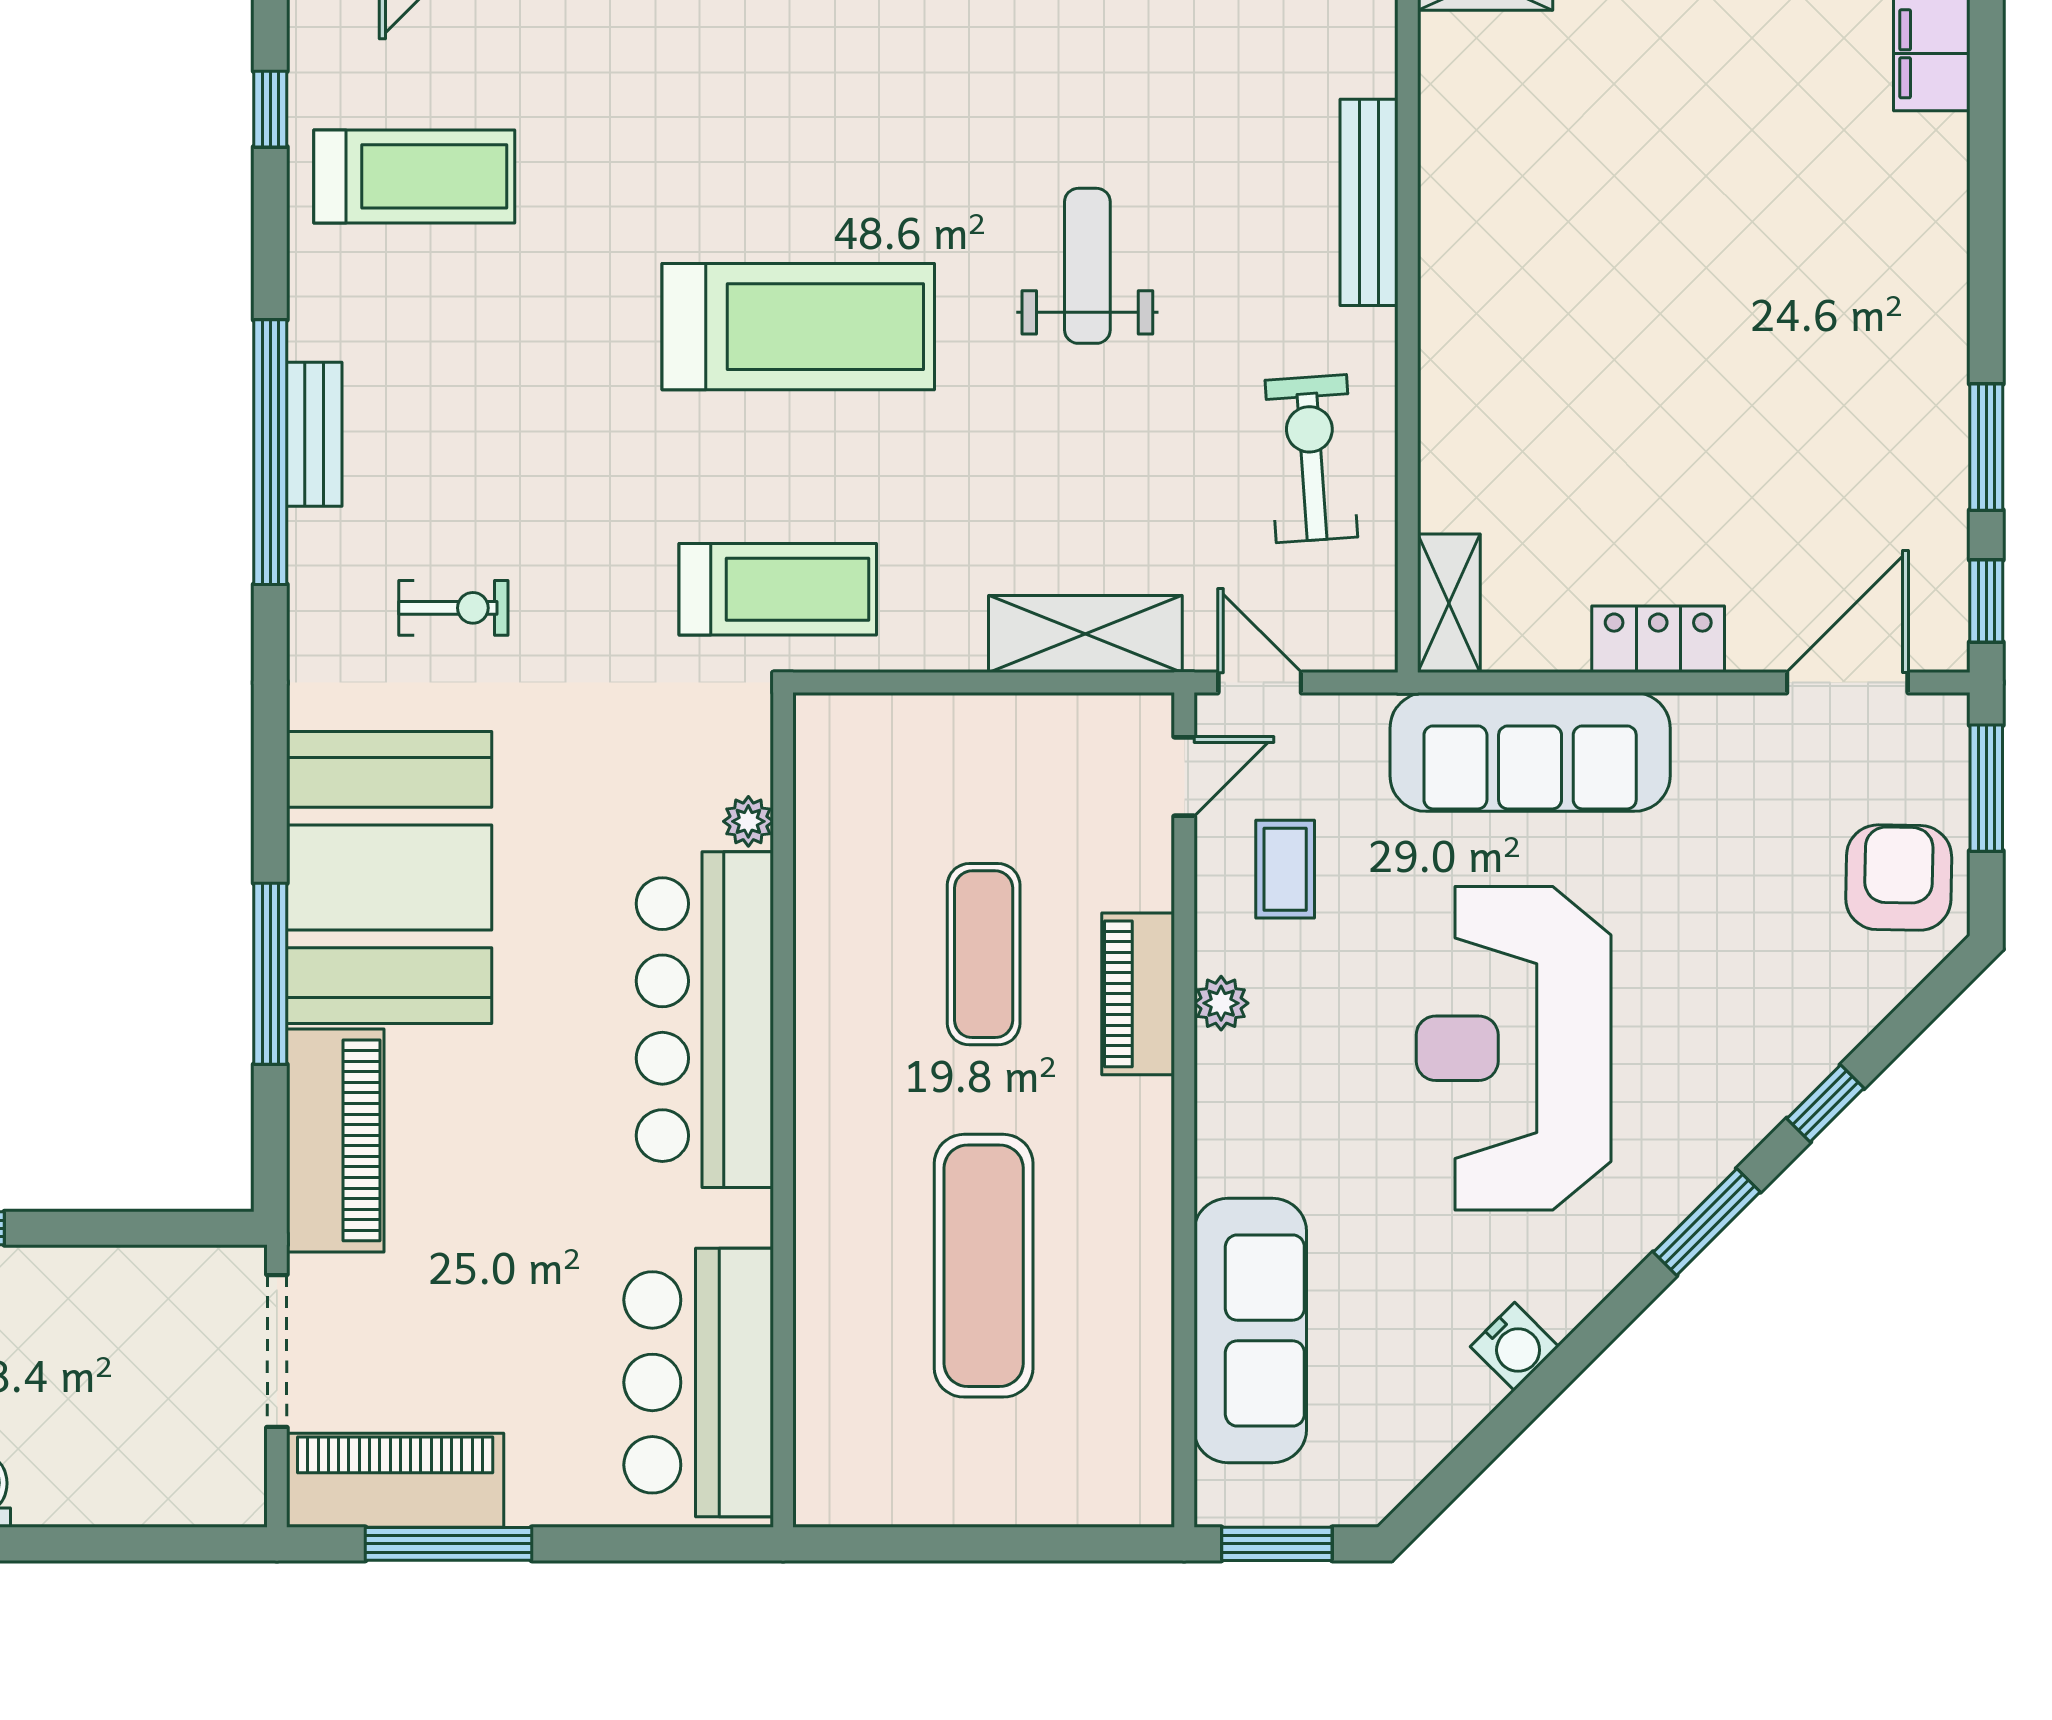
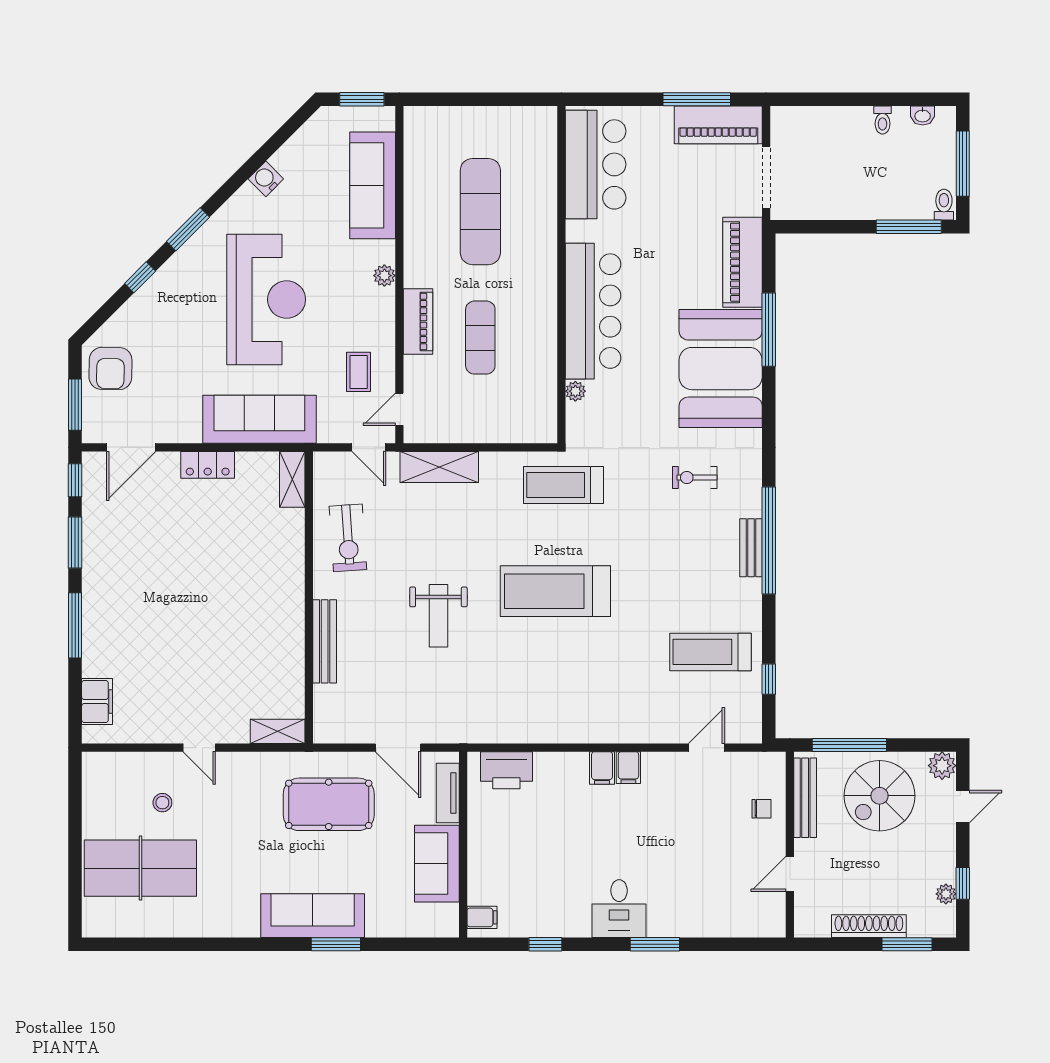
window: (1986, 242) -> (75, 625), added
plant: (1221, 1003) -> (384, 276), moved

